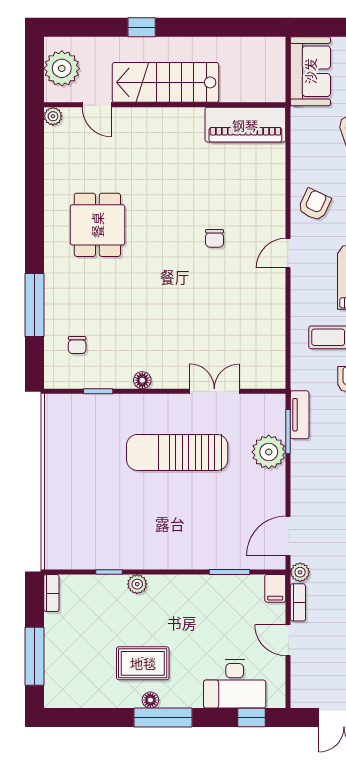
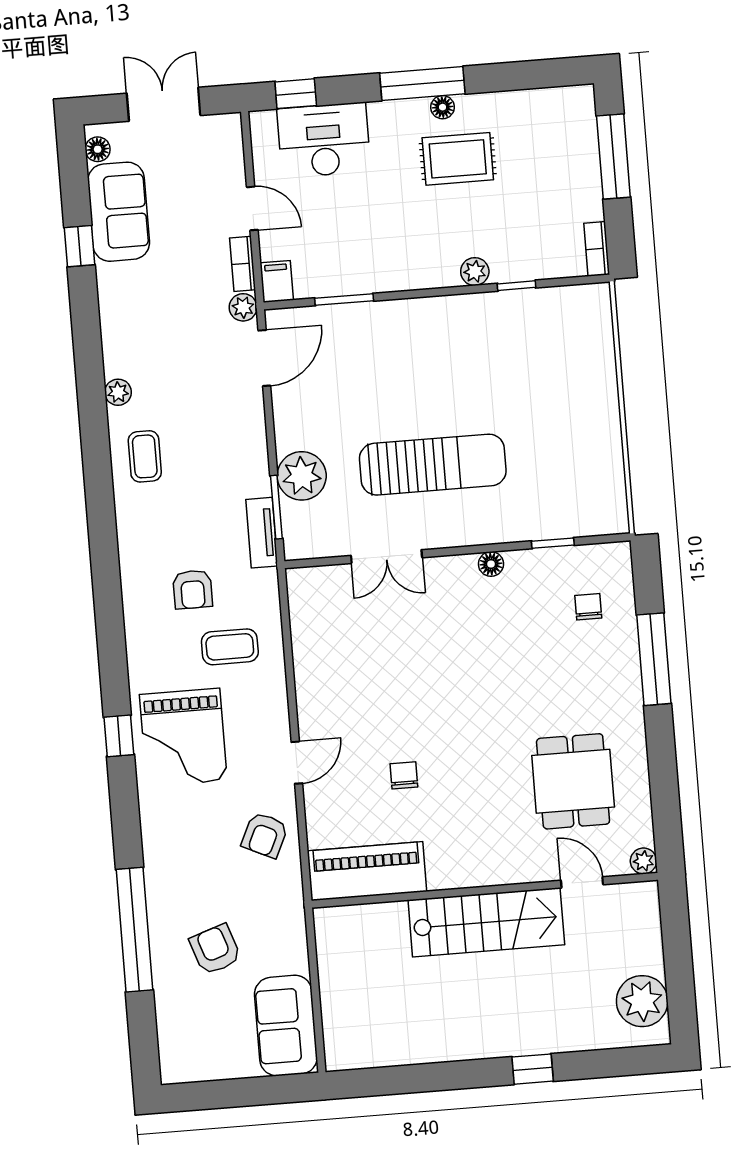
stairs: (166, 82) -> (486, 922), moved
door: (97, 105) -> (582, 882), moved
wall: (165, 105) -> (485, 890), moved
plant: (53, 116) -> (643, 861), moved
piano: (245, 125) -> (367, 871), moved

